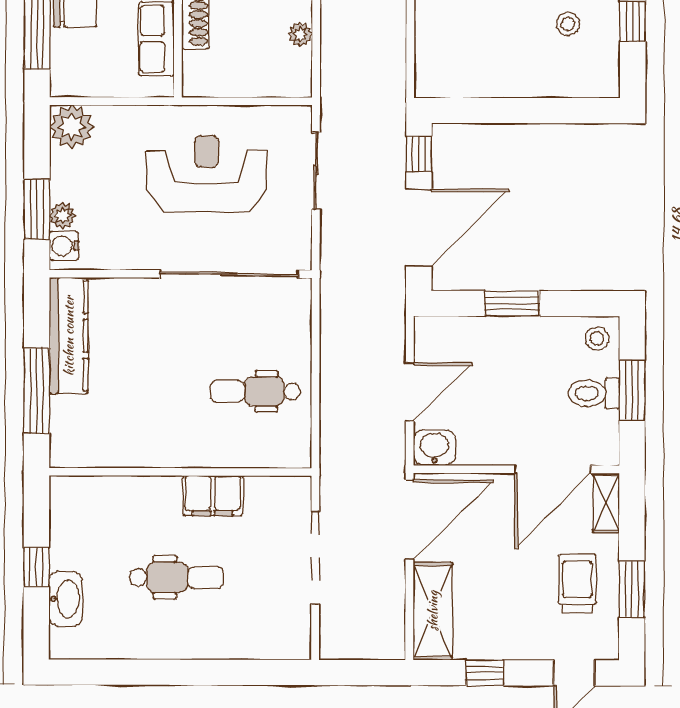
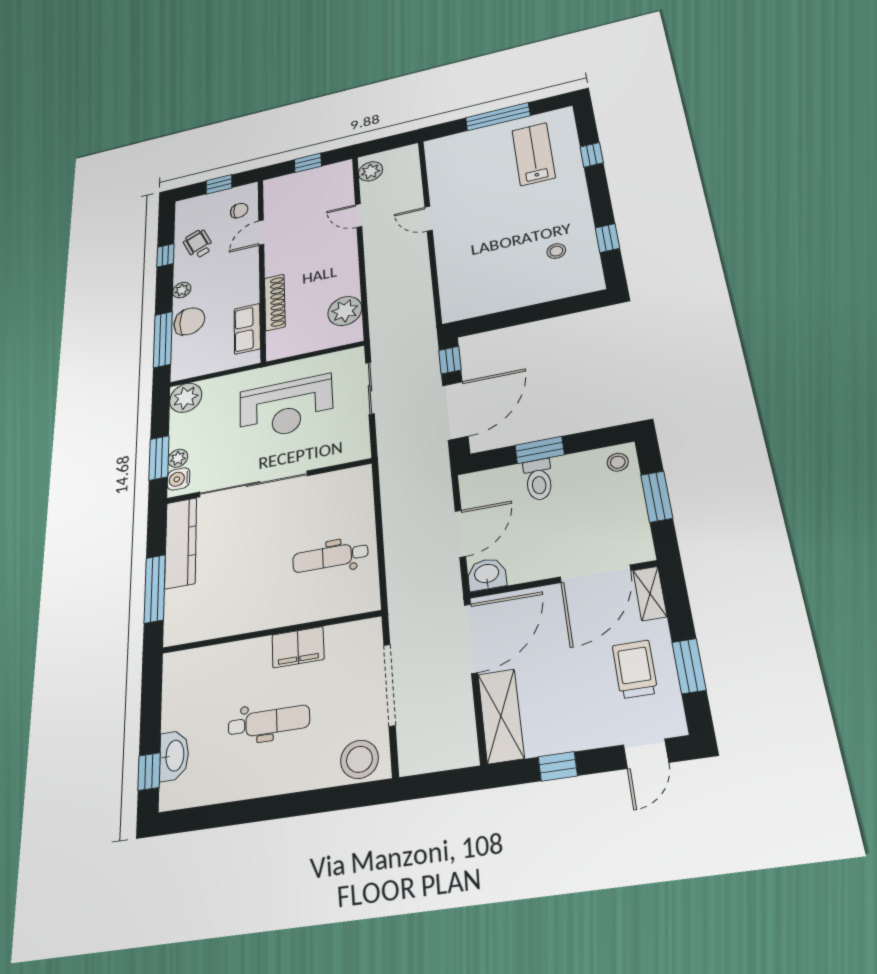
plant: (300, 34) -> (345, 311), width x1.88, depth x1.88
reception desk: (207, 174) -> (286, 408), turned 180
sliding door: (229, 274) -> (253, 484), moved
toilet: (594, 393) -> (538, 480), moved, turned -90
window: (36, 567) -> (149, 772), moved
stool: (277, 634) -> (359, 759), added

